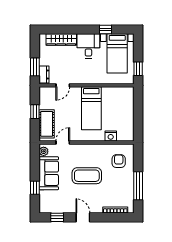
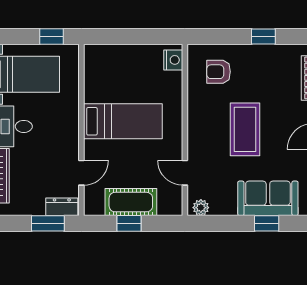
door: (63, 85) -> (81, 173), hinge flipped
cot: (47, 124) -> (131, 202), moved
nightstand: (111, 136) -> (173, 60), moved
sofa: (49, 173) -> (268, 198), moved
window: (138, 186) -> (263, 36), width x0.46

